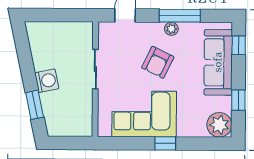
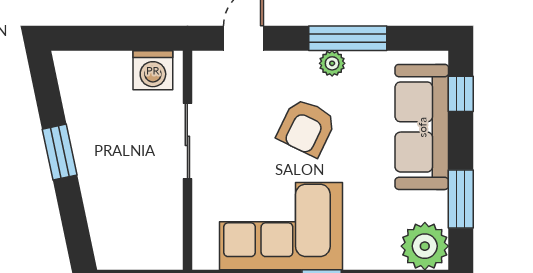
washing machine: (47, 81) -> (153, 70), moved, turned 102
window: (238, 100) -> (461, 199), width x1.50
window: (35, 105) -> (60, 152), moved

